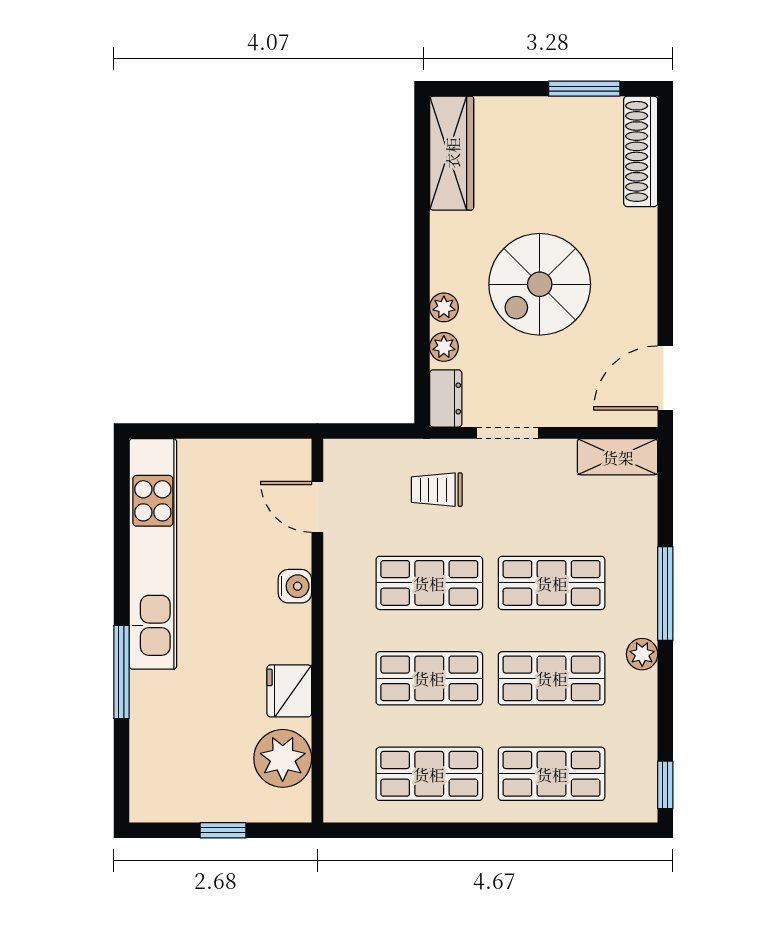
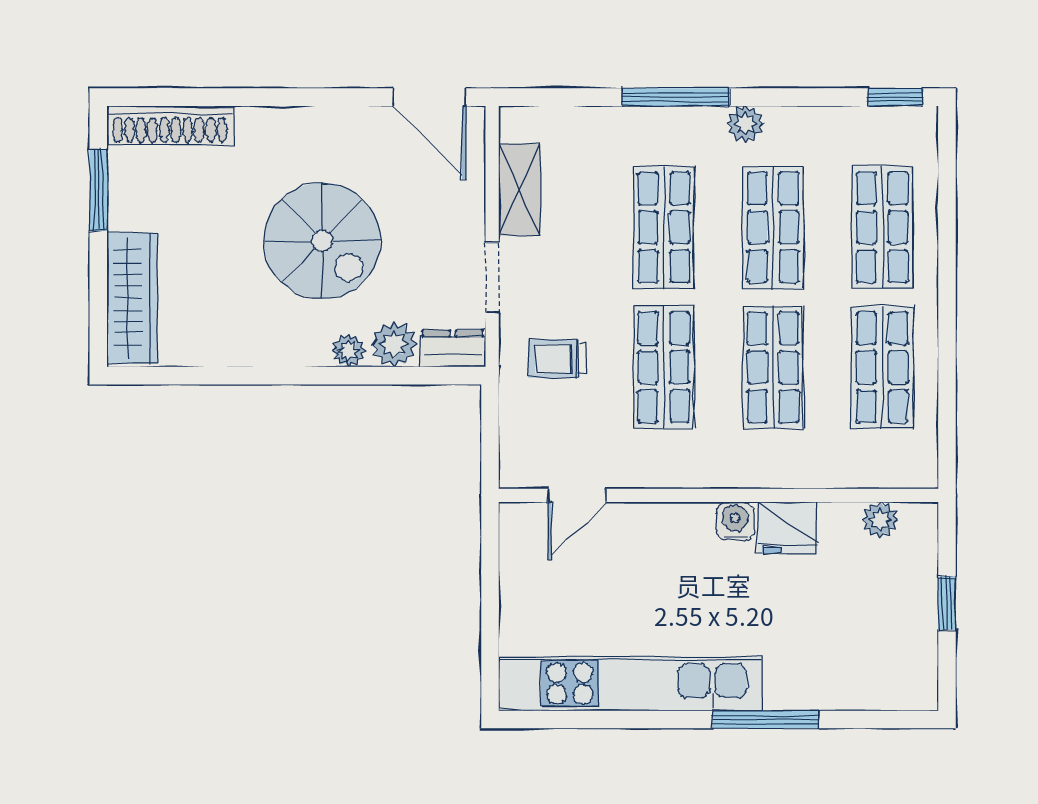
wardrobe: (452, 153) -> (132, 298), moved, turned 90
plant: (444, 347) -> (394, 344), width x1.38, depth x1.38
shelving: (618, 457) -> (519, 190), moved
trolley: (437, 490) -> (557, 359), turned 90
water cooler: (295, 586) -> (735, 521), moved
plant: (283, 758) -> (880, 520), width x0.53, depth x0.53

